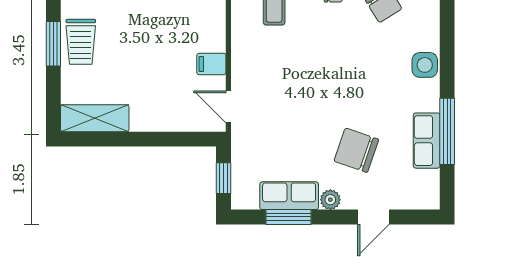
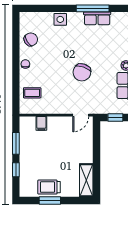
trolley: (81, 42) -> (49, 187), turned 180
filing cabinet: (211, 64) -> (41, 123), moved
chair: (356, 150) -> (82, 72), moved

